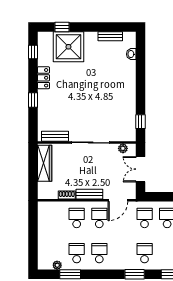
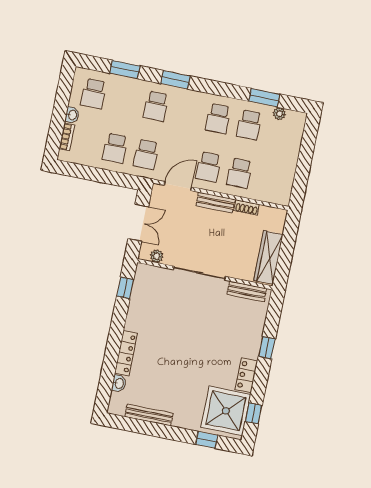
bench: (110, 36) -> (149, 415), width x1.36
shower: (68, 47) -> (226, 411), moved
locker: (131, 76) -> (126, 353), added

